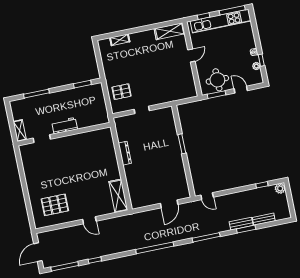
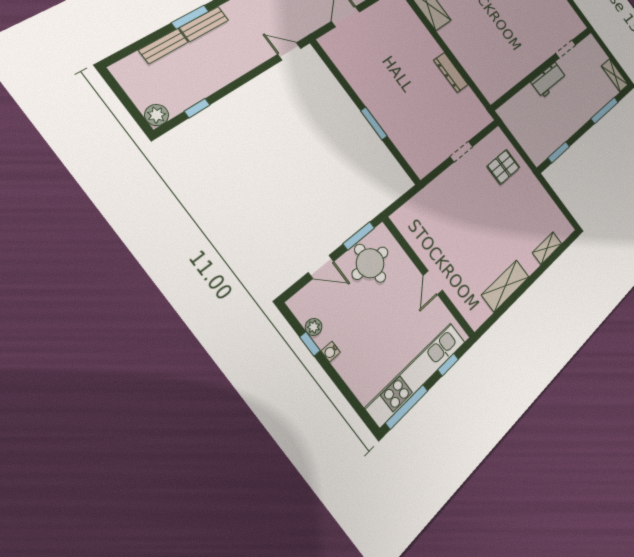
shelving: (170, 31) -> (505, 286), moved
shelving: (20, 131) -> (615, 75), moved

